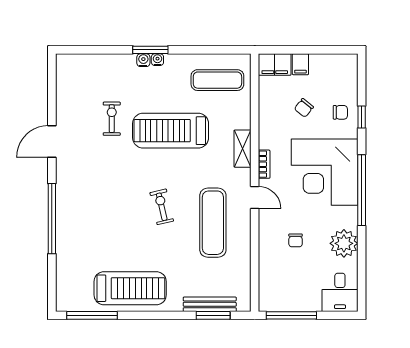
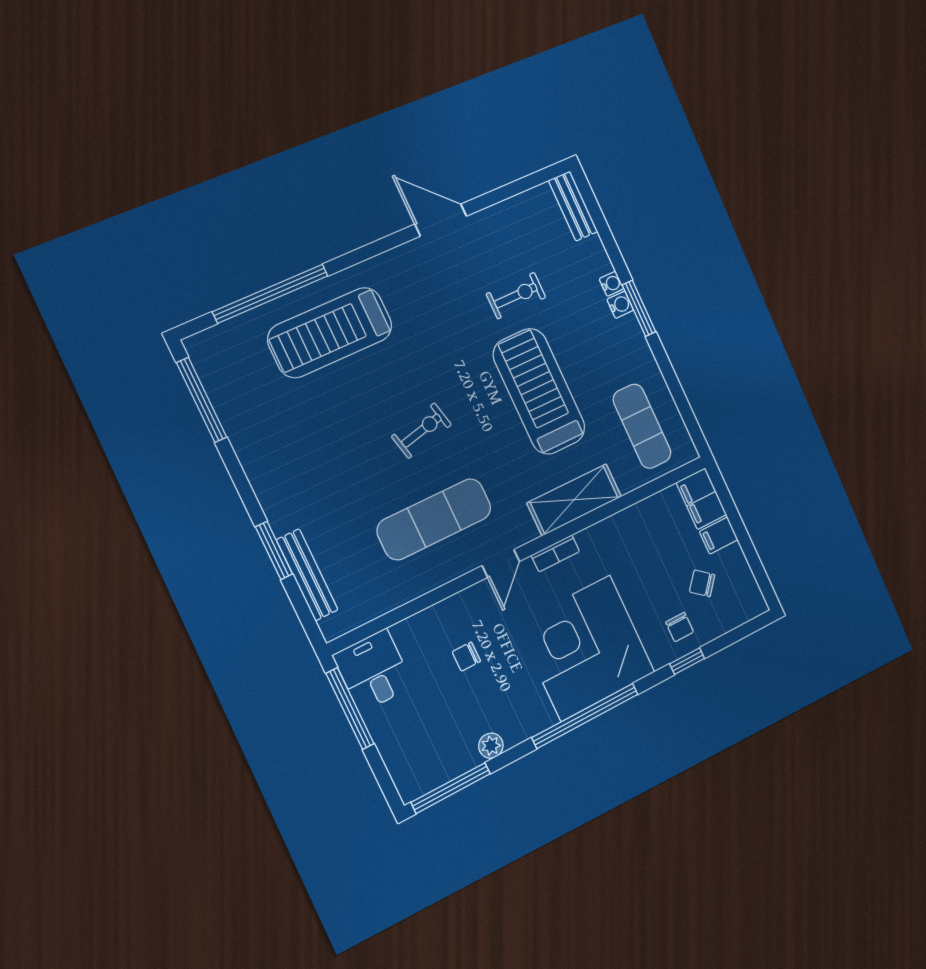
water cooler: (157, 60) -> (611, 284), moved
bench: (76, 61) -> (573, 206), added
chair: (304, 108) -> (702, 583), moved
shelving: (243, 149) -> (574, 500), width x1.50, depth x1.33
window: (52, 219) -> (271, 294), moved
plant: (344, 243) -> (491, 746), width x0.53, depth x0.53
window: (362, 282) -> (451, 788), added
treadmill: (130, 288) -> (330, 333), moved, turned 90
desk: (340, 292) -> (373, 671), moved, turned 90
window: (213, 315) -> (274, 550), moved

